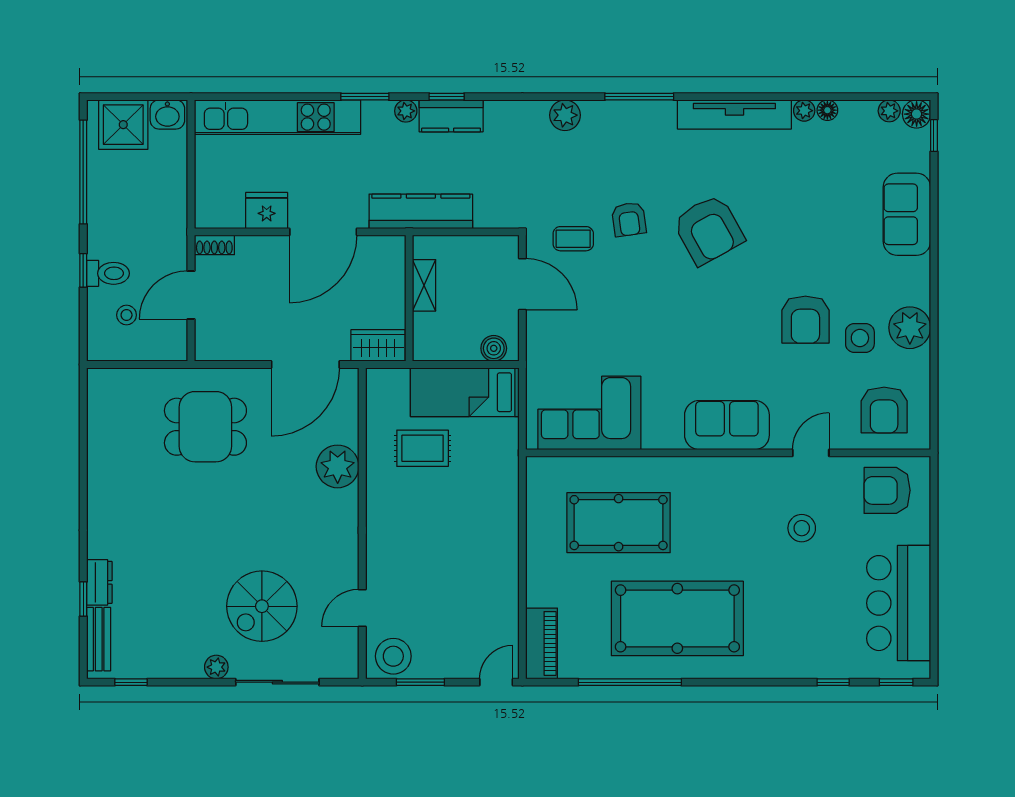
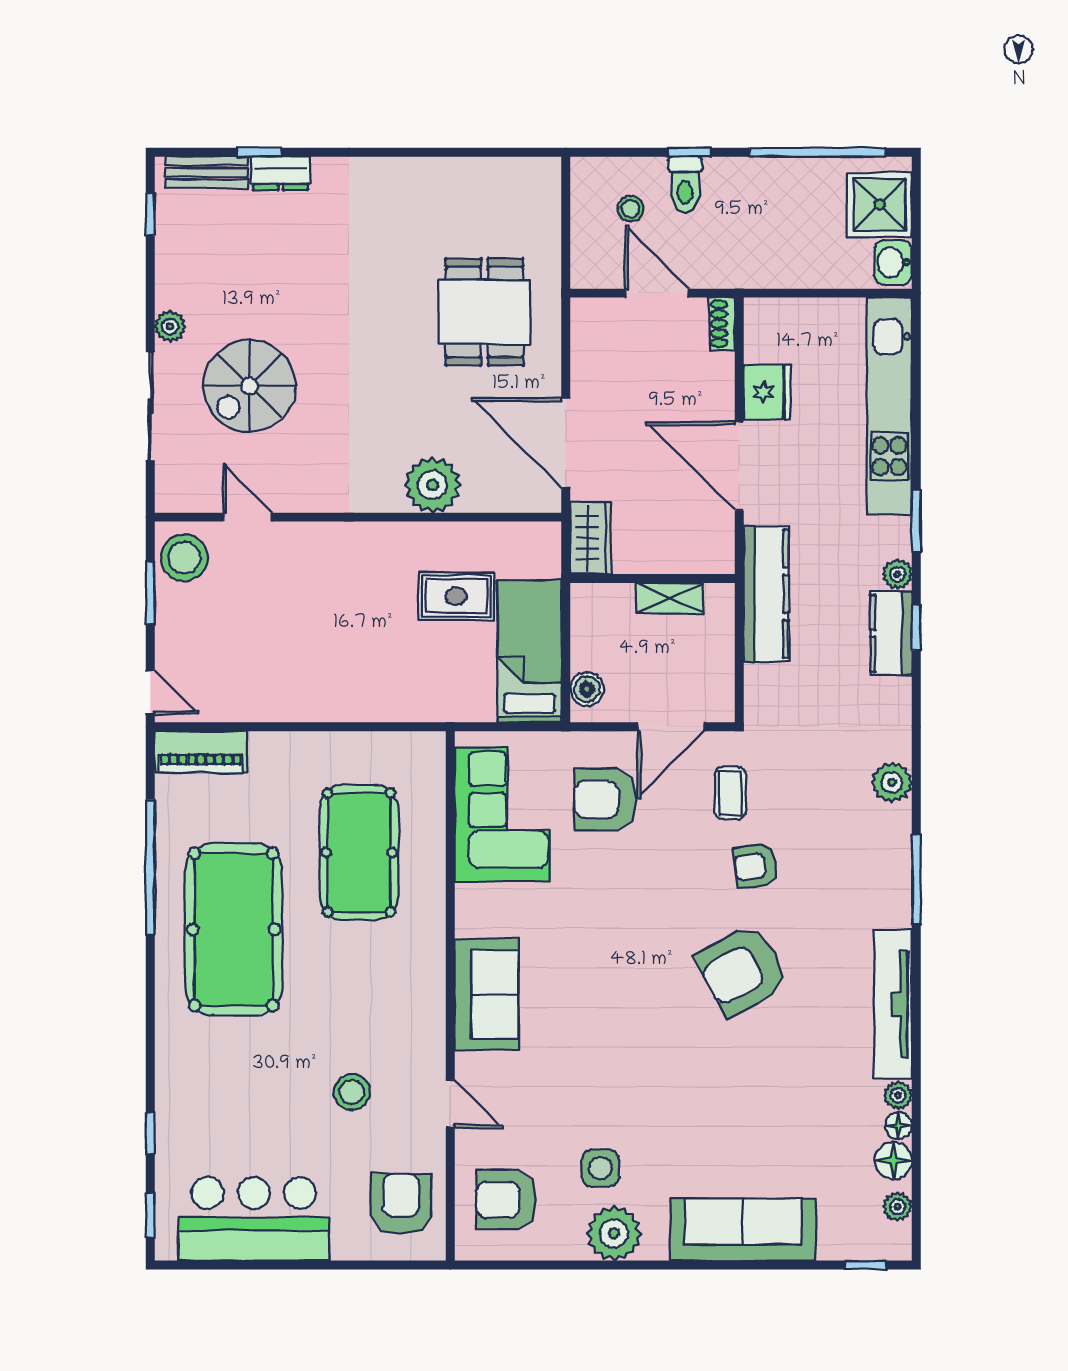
floor lamp: (917, 114) -> (893, 1160), moved
sofa: (907, 214) -> (743, 1230), width x1.36
armchair: (805, 320) -> (605, 800), moved
rug: (423, 448) -> (456, 596), turned 90
spiral stairs: (262, 606) -> (250, 386), turned -90

